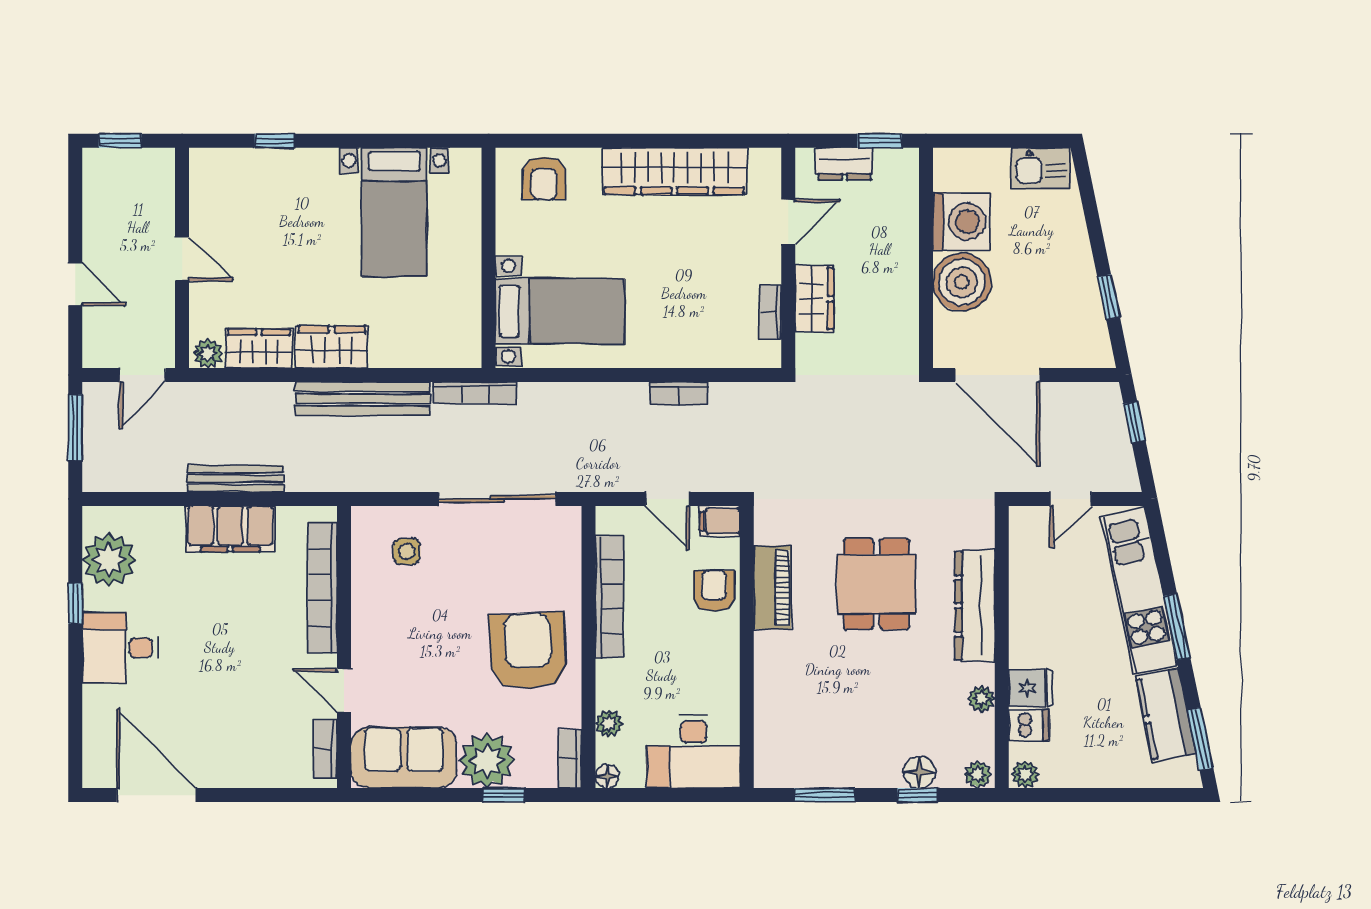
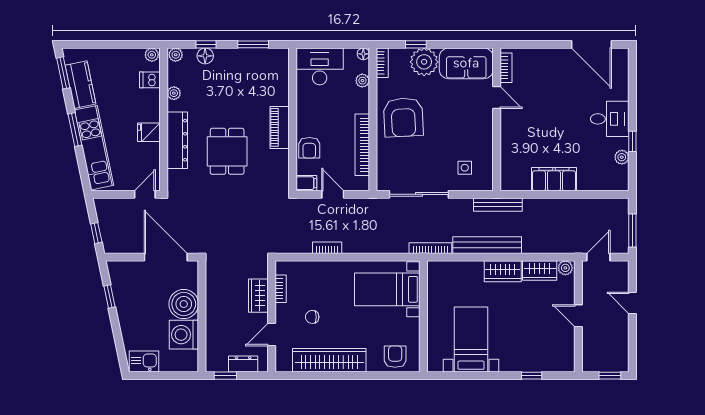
chair: (708, 257) -> (312, 317), added
bench: (235, 479) -> (498, 205), moved
door: (1071, 499) -> (145, 194), moved
plant: (109, 560) -> (622, 157), width x0.53, depth x0.53
bookcase: (322, 588) -> (508, 149), removed
piano: (772, 588) -> (280, 127), moved
fridge: (1031, 688) -> (149, 132), moved

